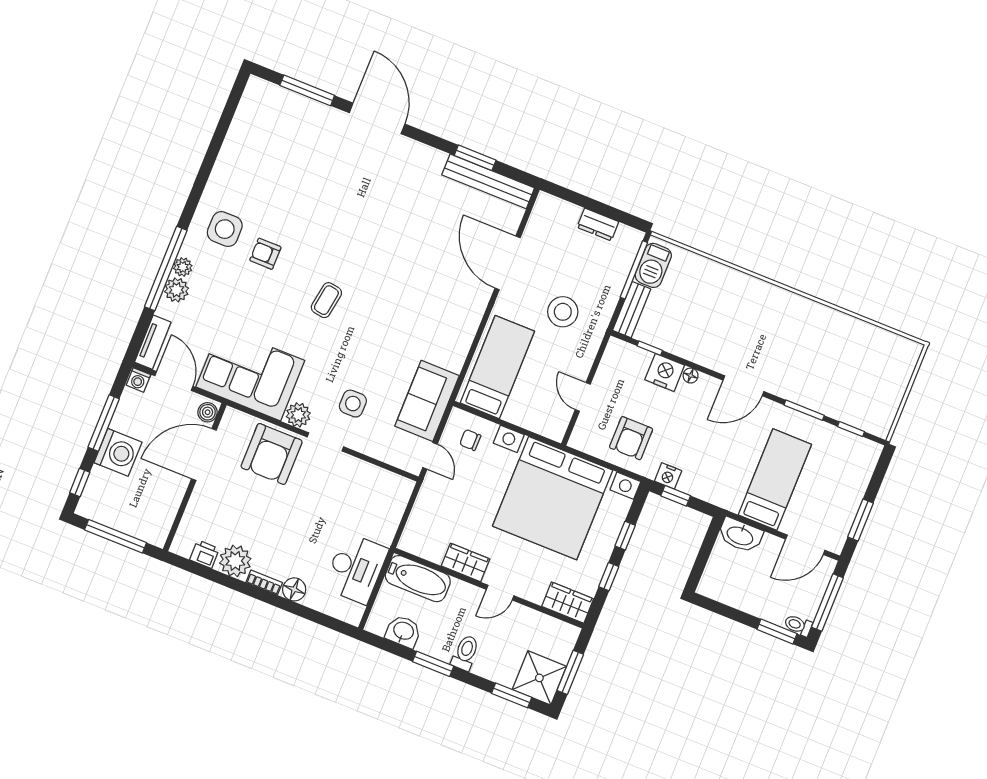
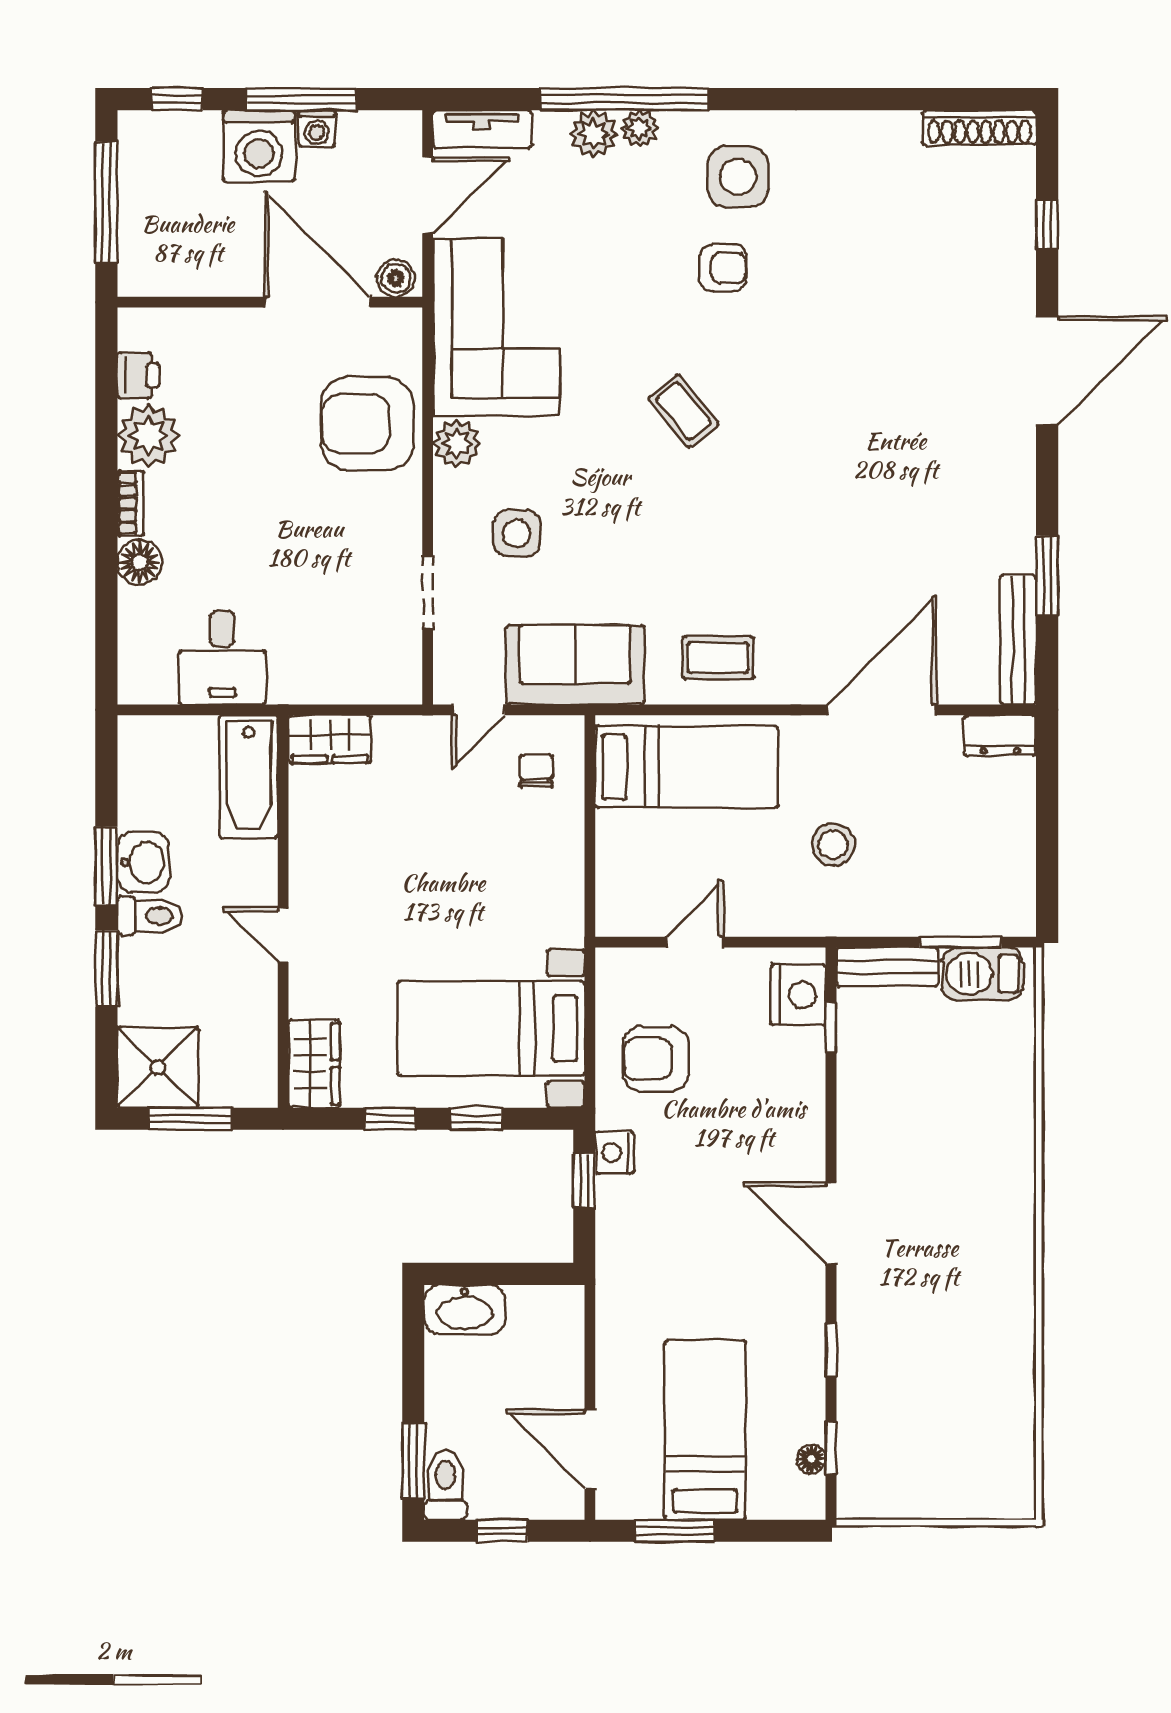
window: (307, 90) -> (1047, 225), width x0.46
shoe rack: (248, 104) -> (980, 128), added
bench: (488, 181) -> (1018, 640), width x0.73, depth x0.82
dresser: (598, 225) -> (1000, 735), moved, turned -90
armchair: (265, 254) -> (723, 268), turned 90
window: (634, 270) -> (960, 942), width x0.69
coffee table: (326, 300) -> (684, 411), turned 42
stool: (563, 312) -> (834, 845), width x0.73, depth x0.73
coffee table: (451, 331) -> (718, 658), added
nightstand: (665, 372) -> (798, 995), moved
floor lamp: (691, 376) -> (811, 1459), moved
washing machine: (138, 380) -> (317, 129), moved, turned -90
window: (804, 410) -> (831, 1350), width x0.67
doorway: (325, 442) -> (428, 592), moved
bed: (775, 480) -> (705, 1430), moved, turned -90
bed with nightstands: (553, 498) -> (491, 1029), width x0.54
washbasin: (740, 535) -> (465, 1310), moved, turned -90
wardrobe: (466, 562) -> (330, 739), moved, turned 90
desk: (356, 568) -> (222, 658), width x0.73
window: (827, 602) -> (502, 1531), width x0.46
toilet: (798, 625) -> (446, 1485), width x1.37, depth x1.39
washbasin: (403, 631) -> (143, 862), moved
window: (512, 695) -> (106, 968), moved

